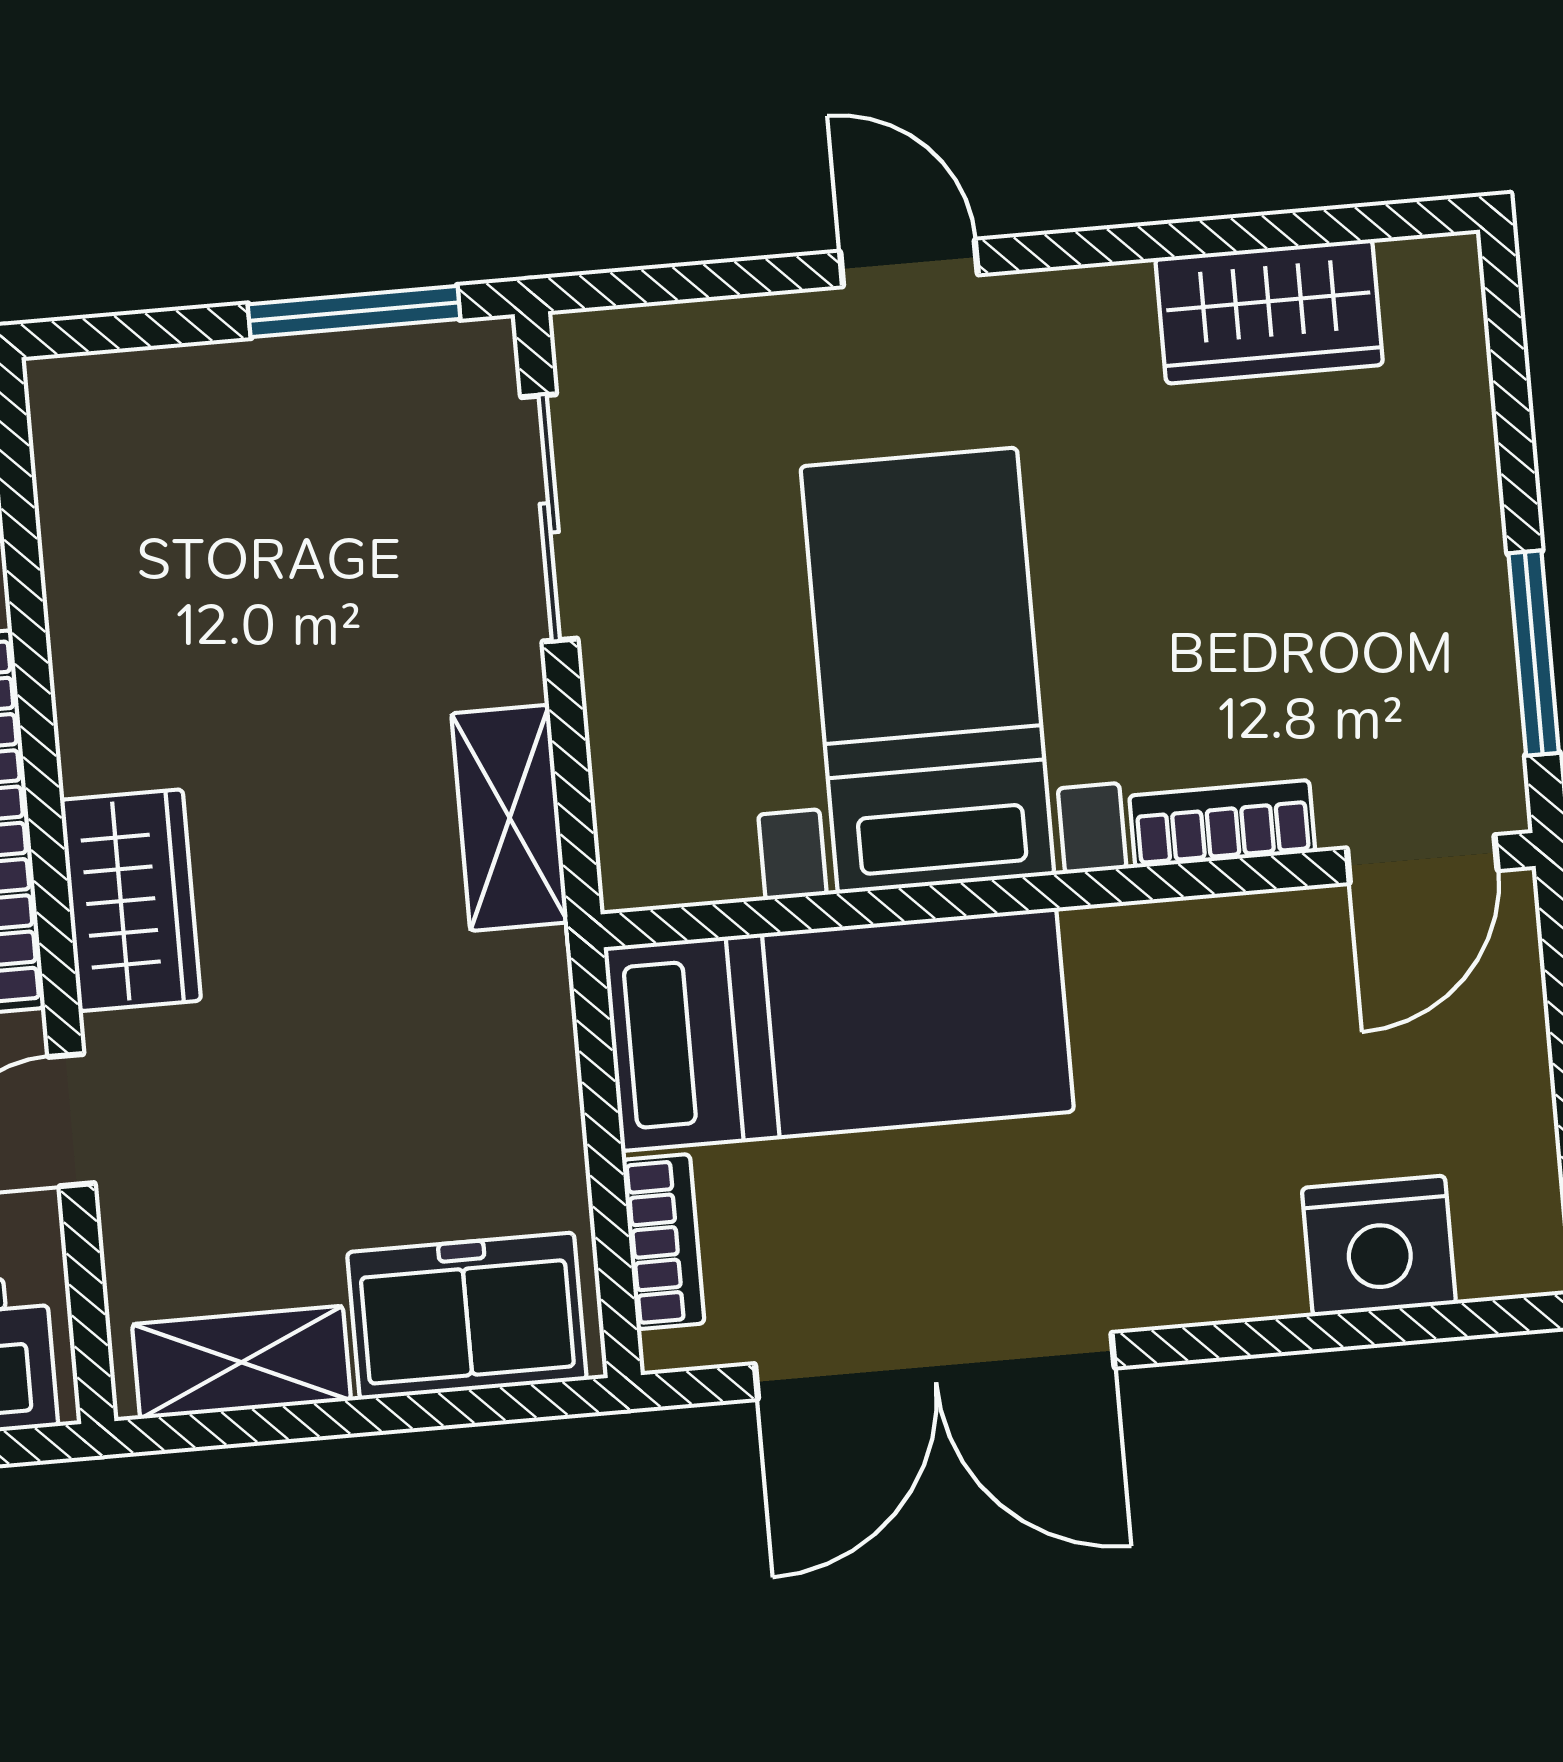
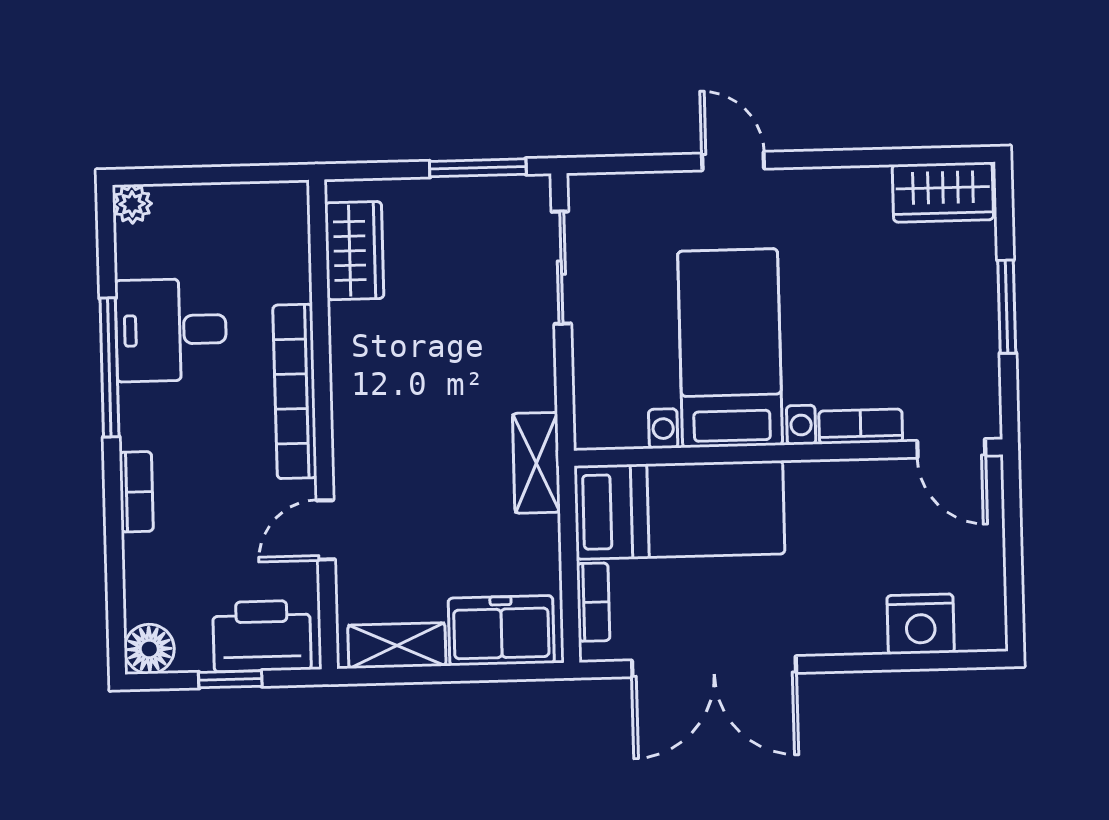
wardrobe: (1269, 311) -> (943, 192), moved
window: (1534, 653) -> (1007, 307), moved
shelving: (510, 818) -> (536, 463), moved
door: (1422, 859) -> (951, 448), hinge flipped
wardrobe: (131, 900) -> (354, 251), moved

